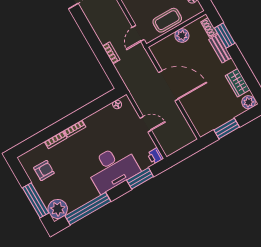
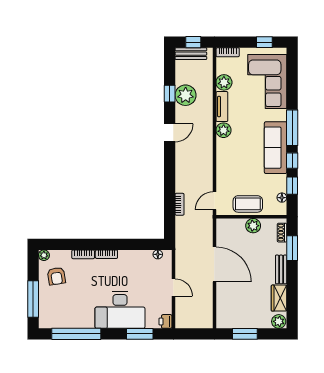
bench: (220, 49) -> (281, 269), moved
armchair: (44, 170) -> (56, 276), turned 81
plant: (58, 209) -> (44, 255), moved, width x0.53, depth x0.53

